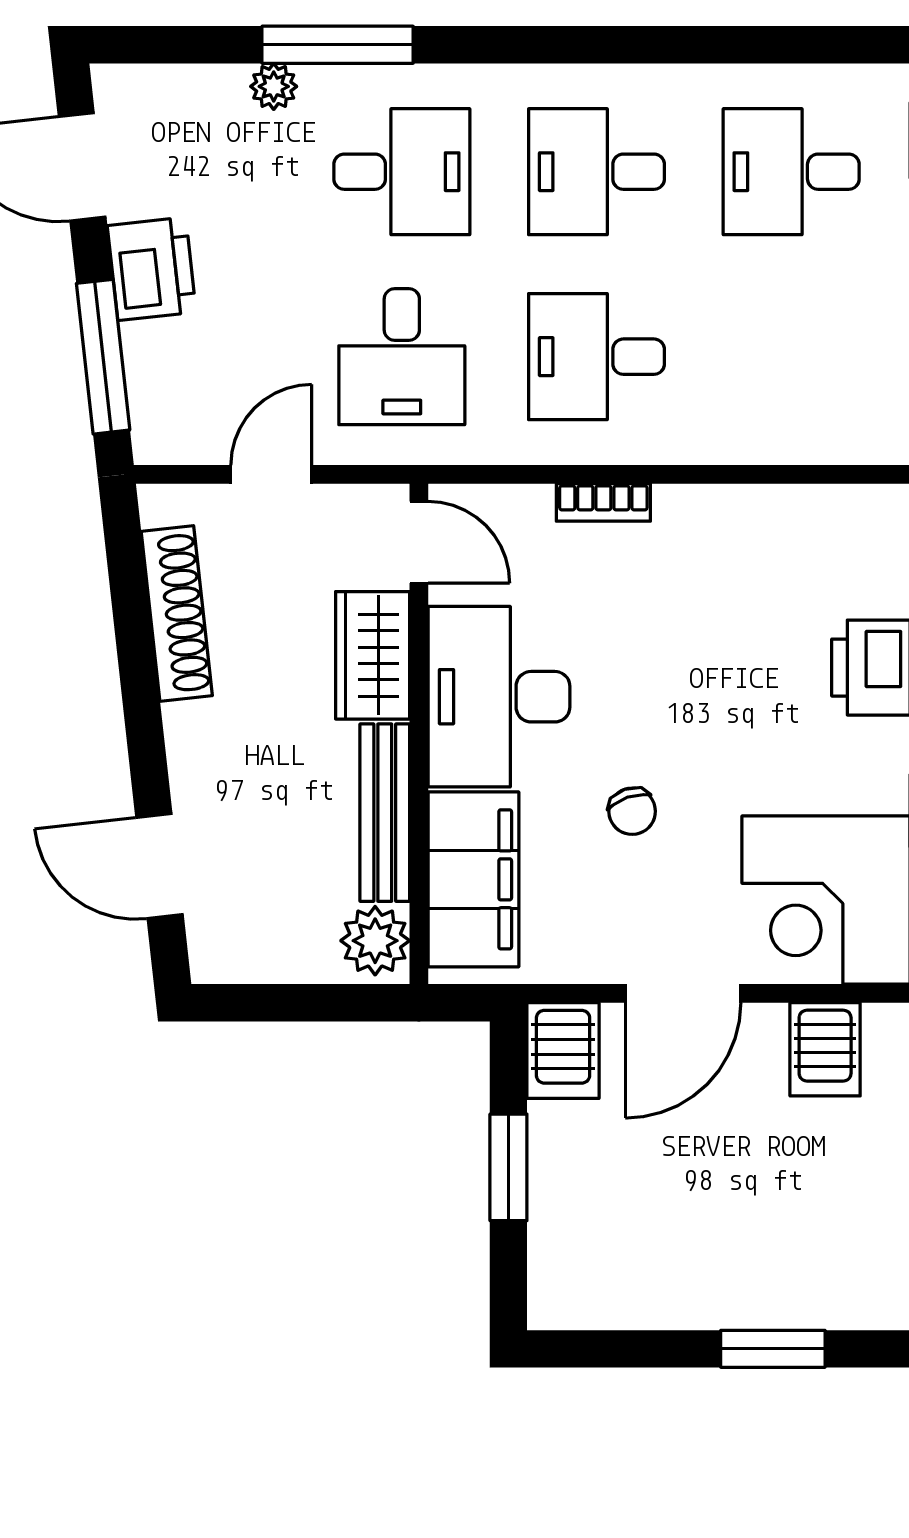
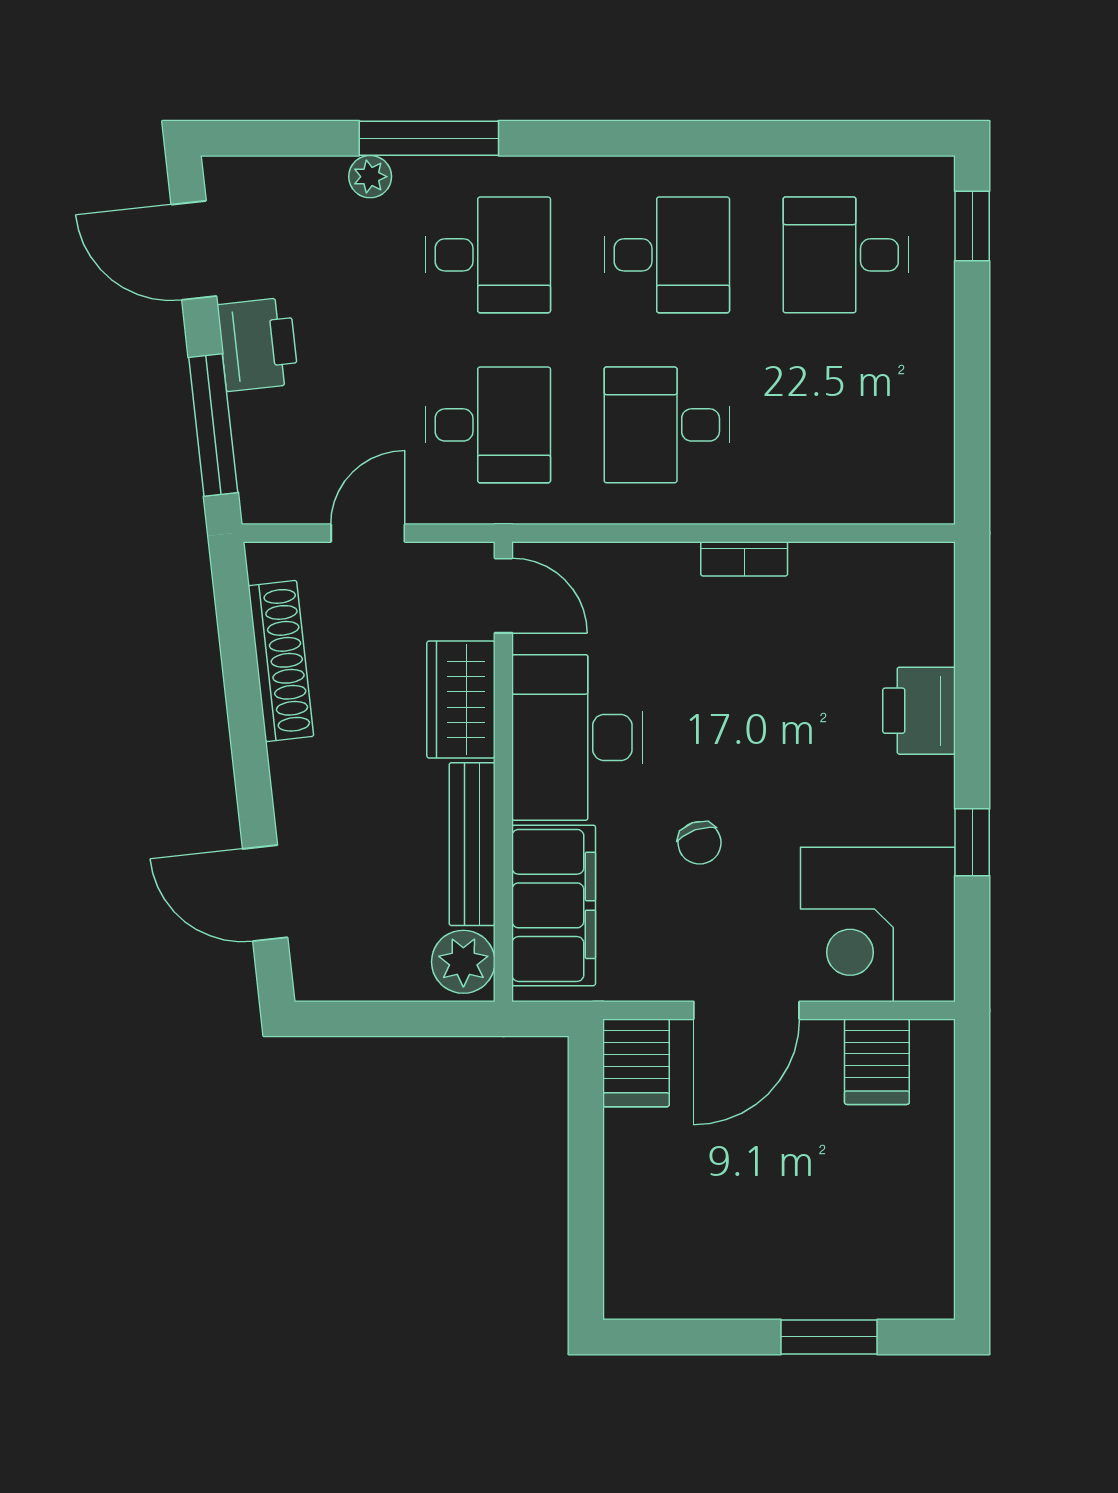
desk: (596, 172) -> (667, 255), turned 180
desk: (402, 357) -> (488, 425), turned -90
bookcase: (603, 502) -> (744, 559), moved
window: (508, 1167) -> (586, 1170), removed

